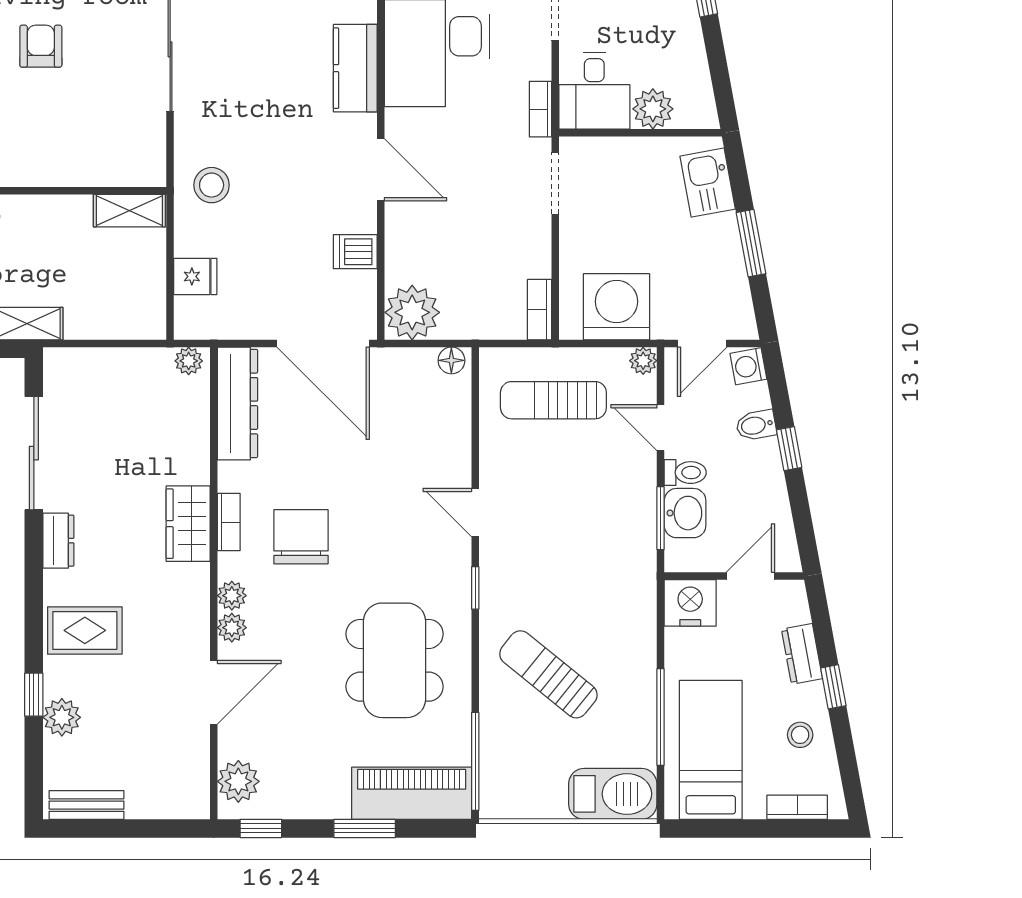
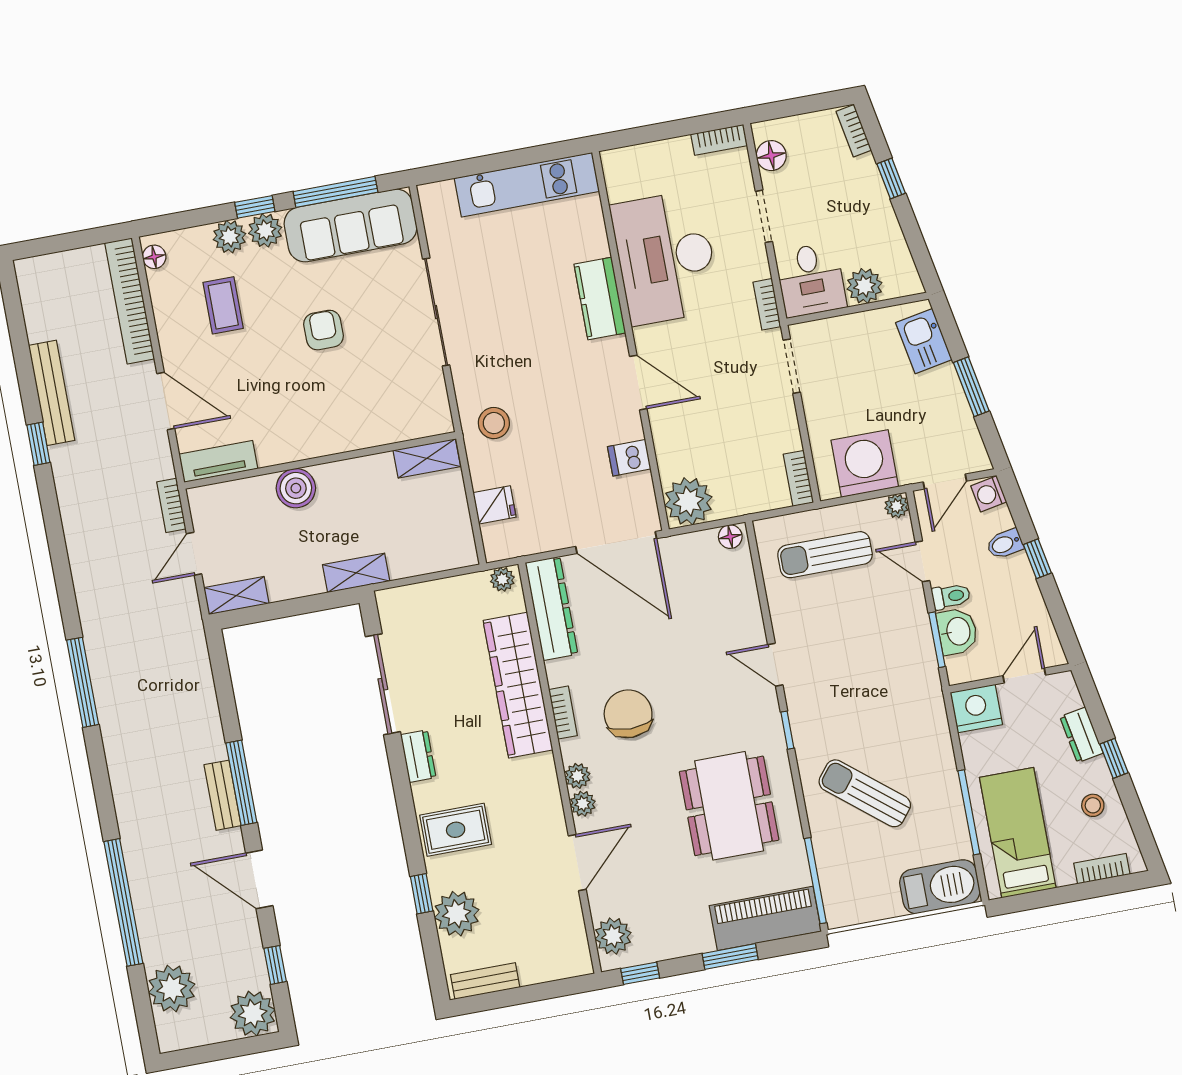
wardrobe: (188, 524) -> (518, 685), width x2.10, depth x1.17
plant: (62, 717) -> (457, 914), width x1.36, depth x1.36

